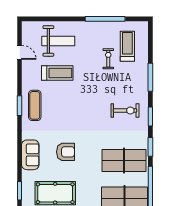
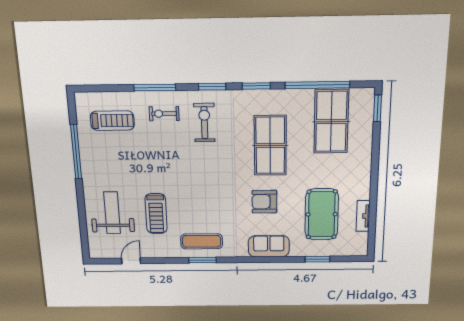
treadmill: (127, 46) -> (112, 121), turned 180
exercise bike: (108, 59) -> (164, 114), moved
treadmill: (57, 73) -> (156, 214), turned 180
armchair: (66, 152) -> (264, 202), turned -90
table tennis table: (124, 160) -> (270, 145), moved

